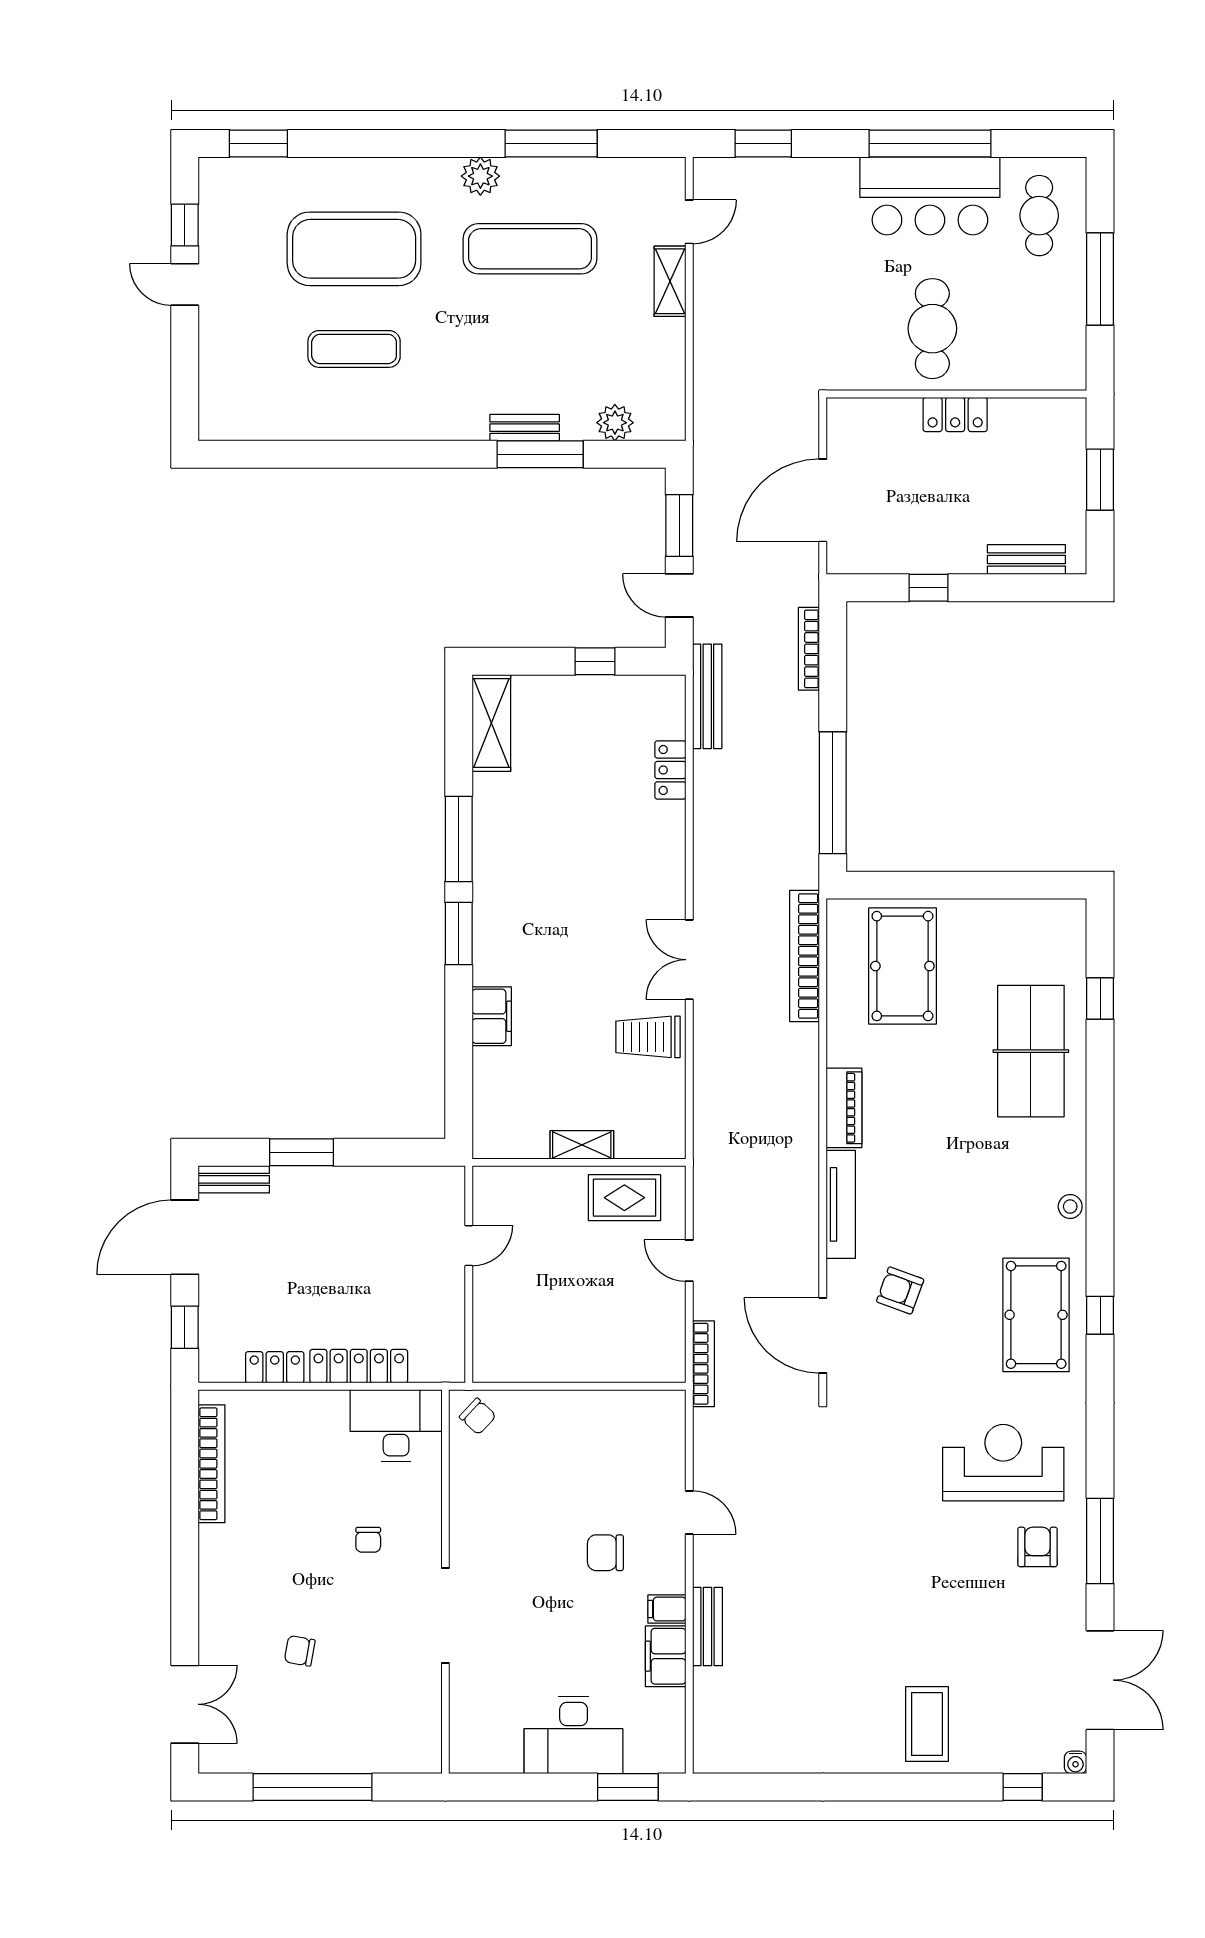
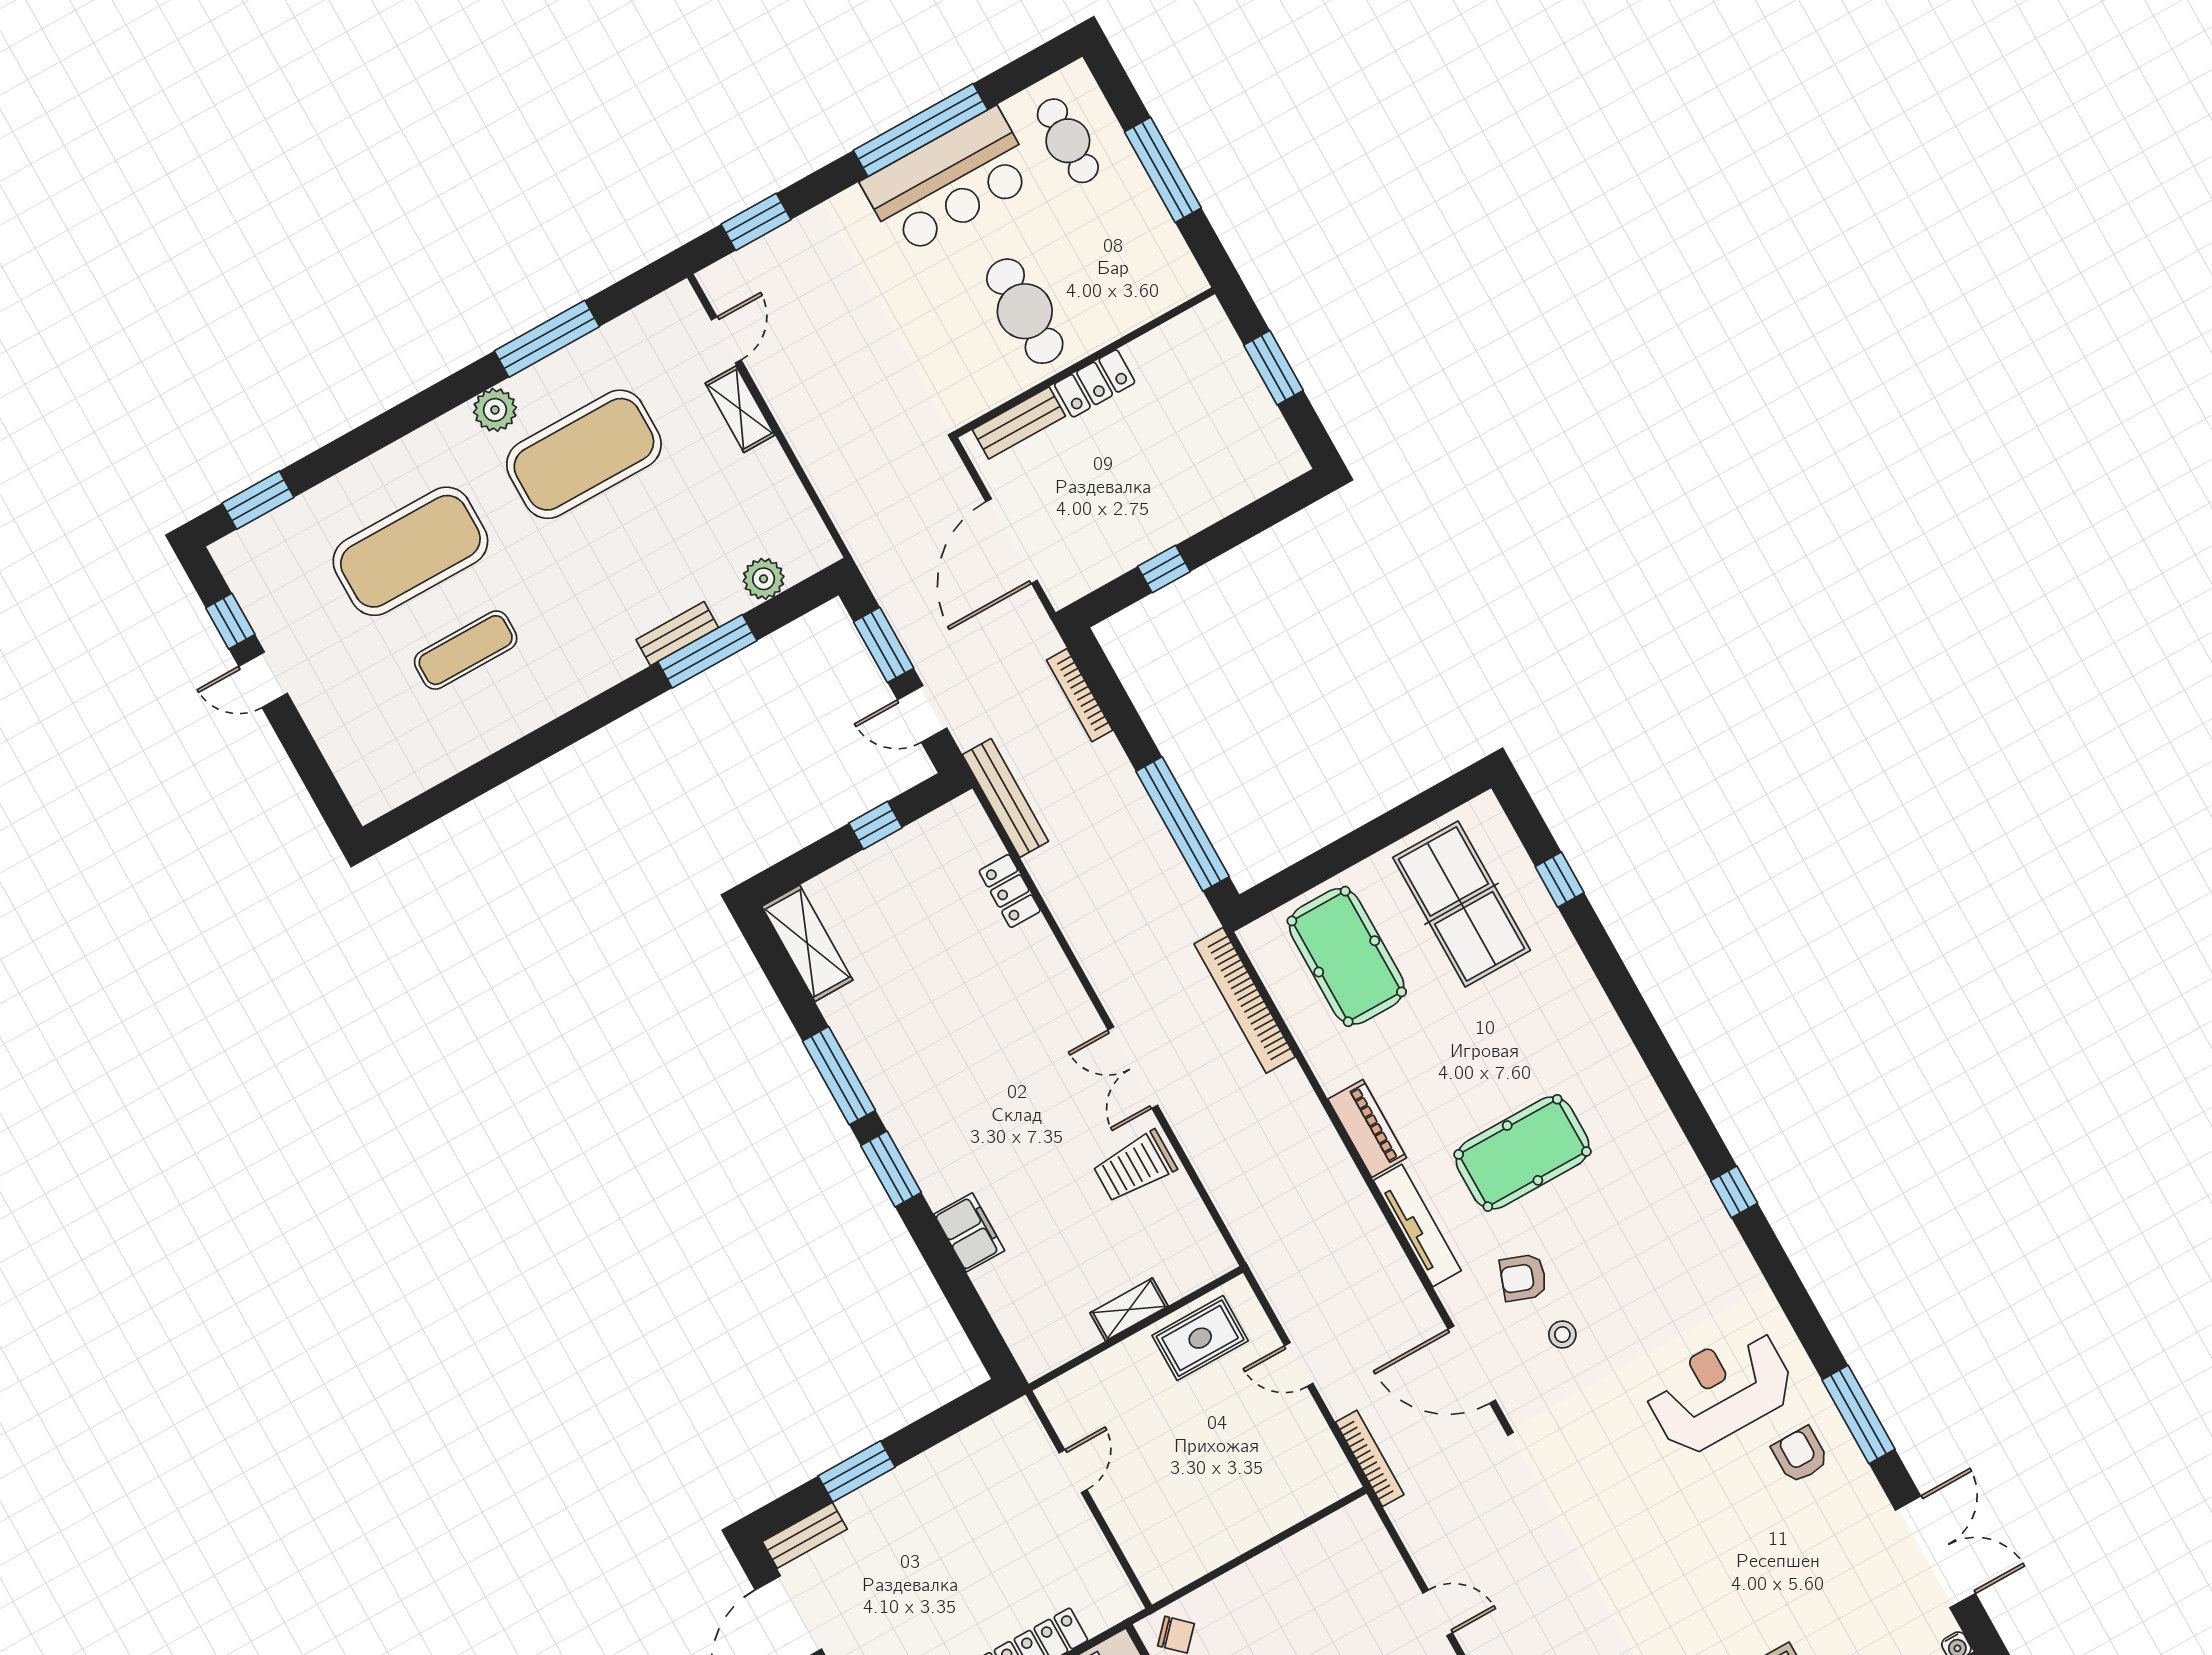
exercise mat: (530, 249) -> (584, 454), width x1.47
bench: (1026, 560) -> (1019, 423), moved
table tennis table: (1031, 1051) -> (1462, 904), moved
stool: (1070, 1207) -> (1562, 1334), moved
pool table: (1036, 1315) -> (1523, 1153), moved, turned 90

